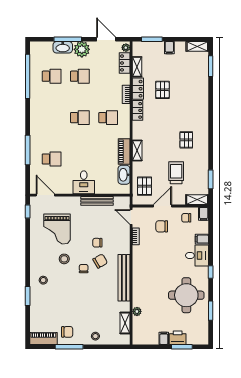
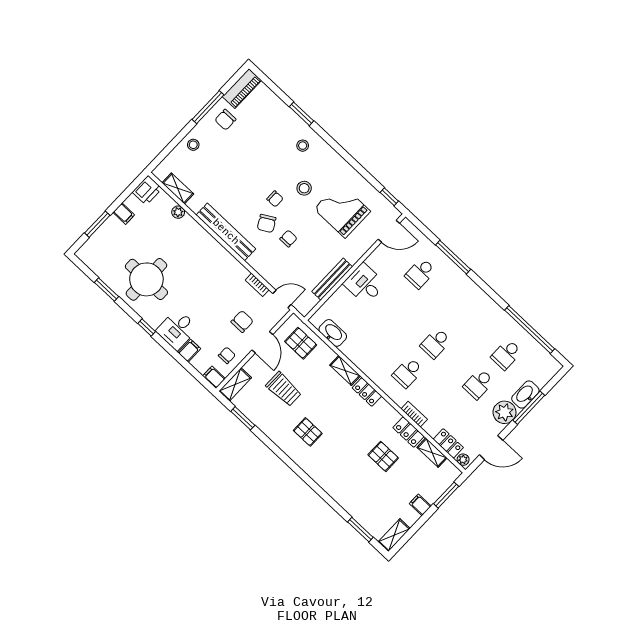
locker: (138, 110) -> (367, 392), moved
piano: (124, 151) -> (357, 356), removed
printer: (178, 338) -> (147, 190), moved

